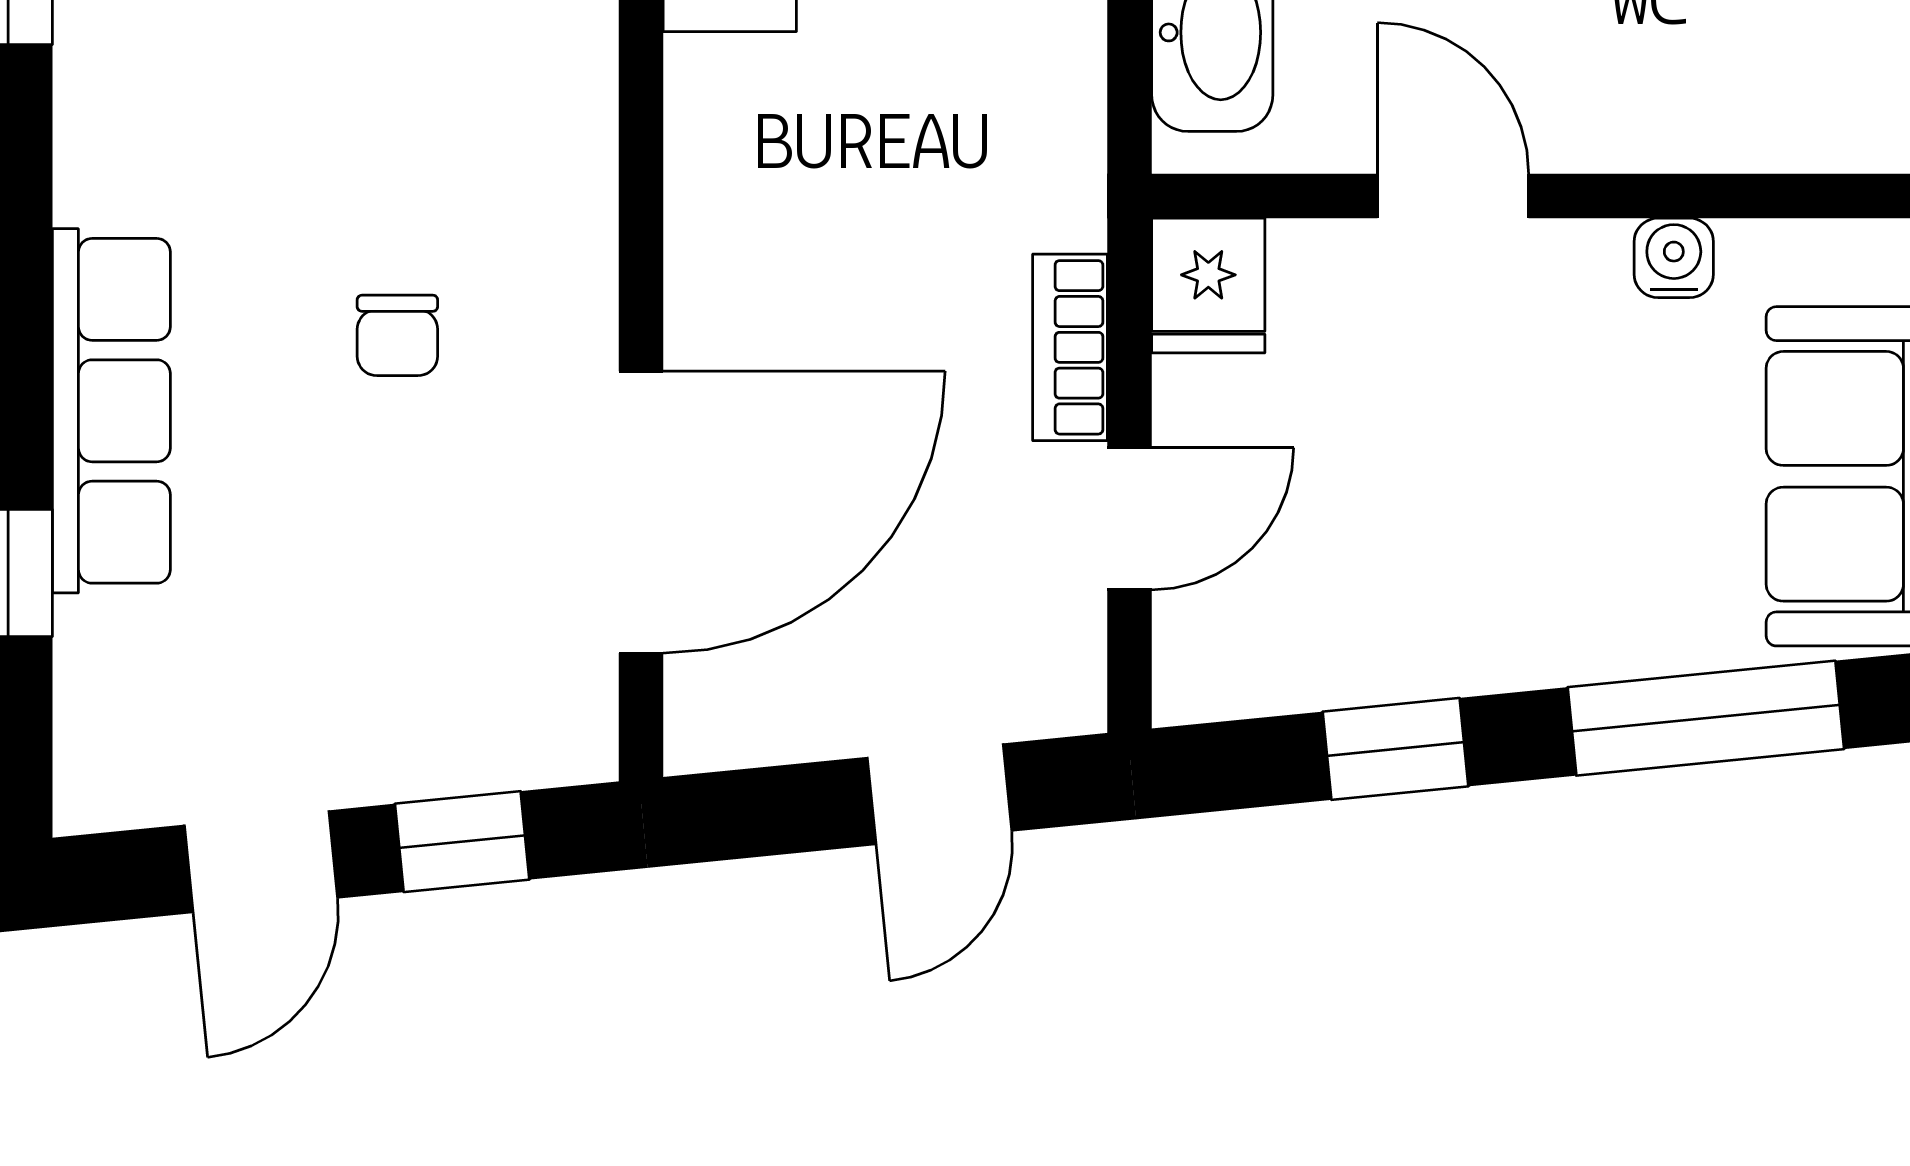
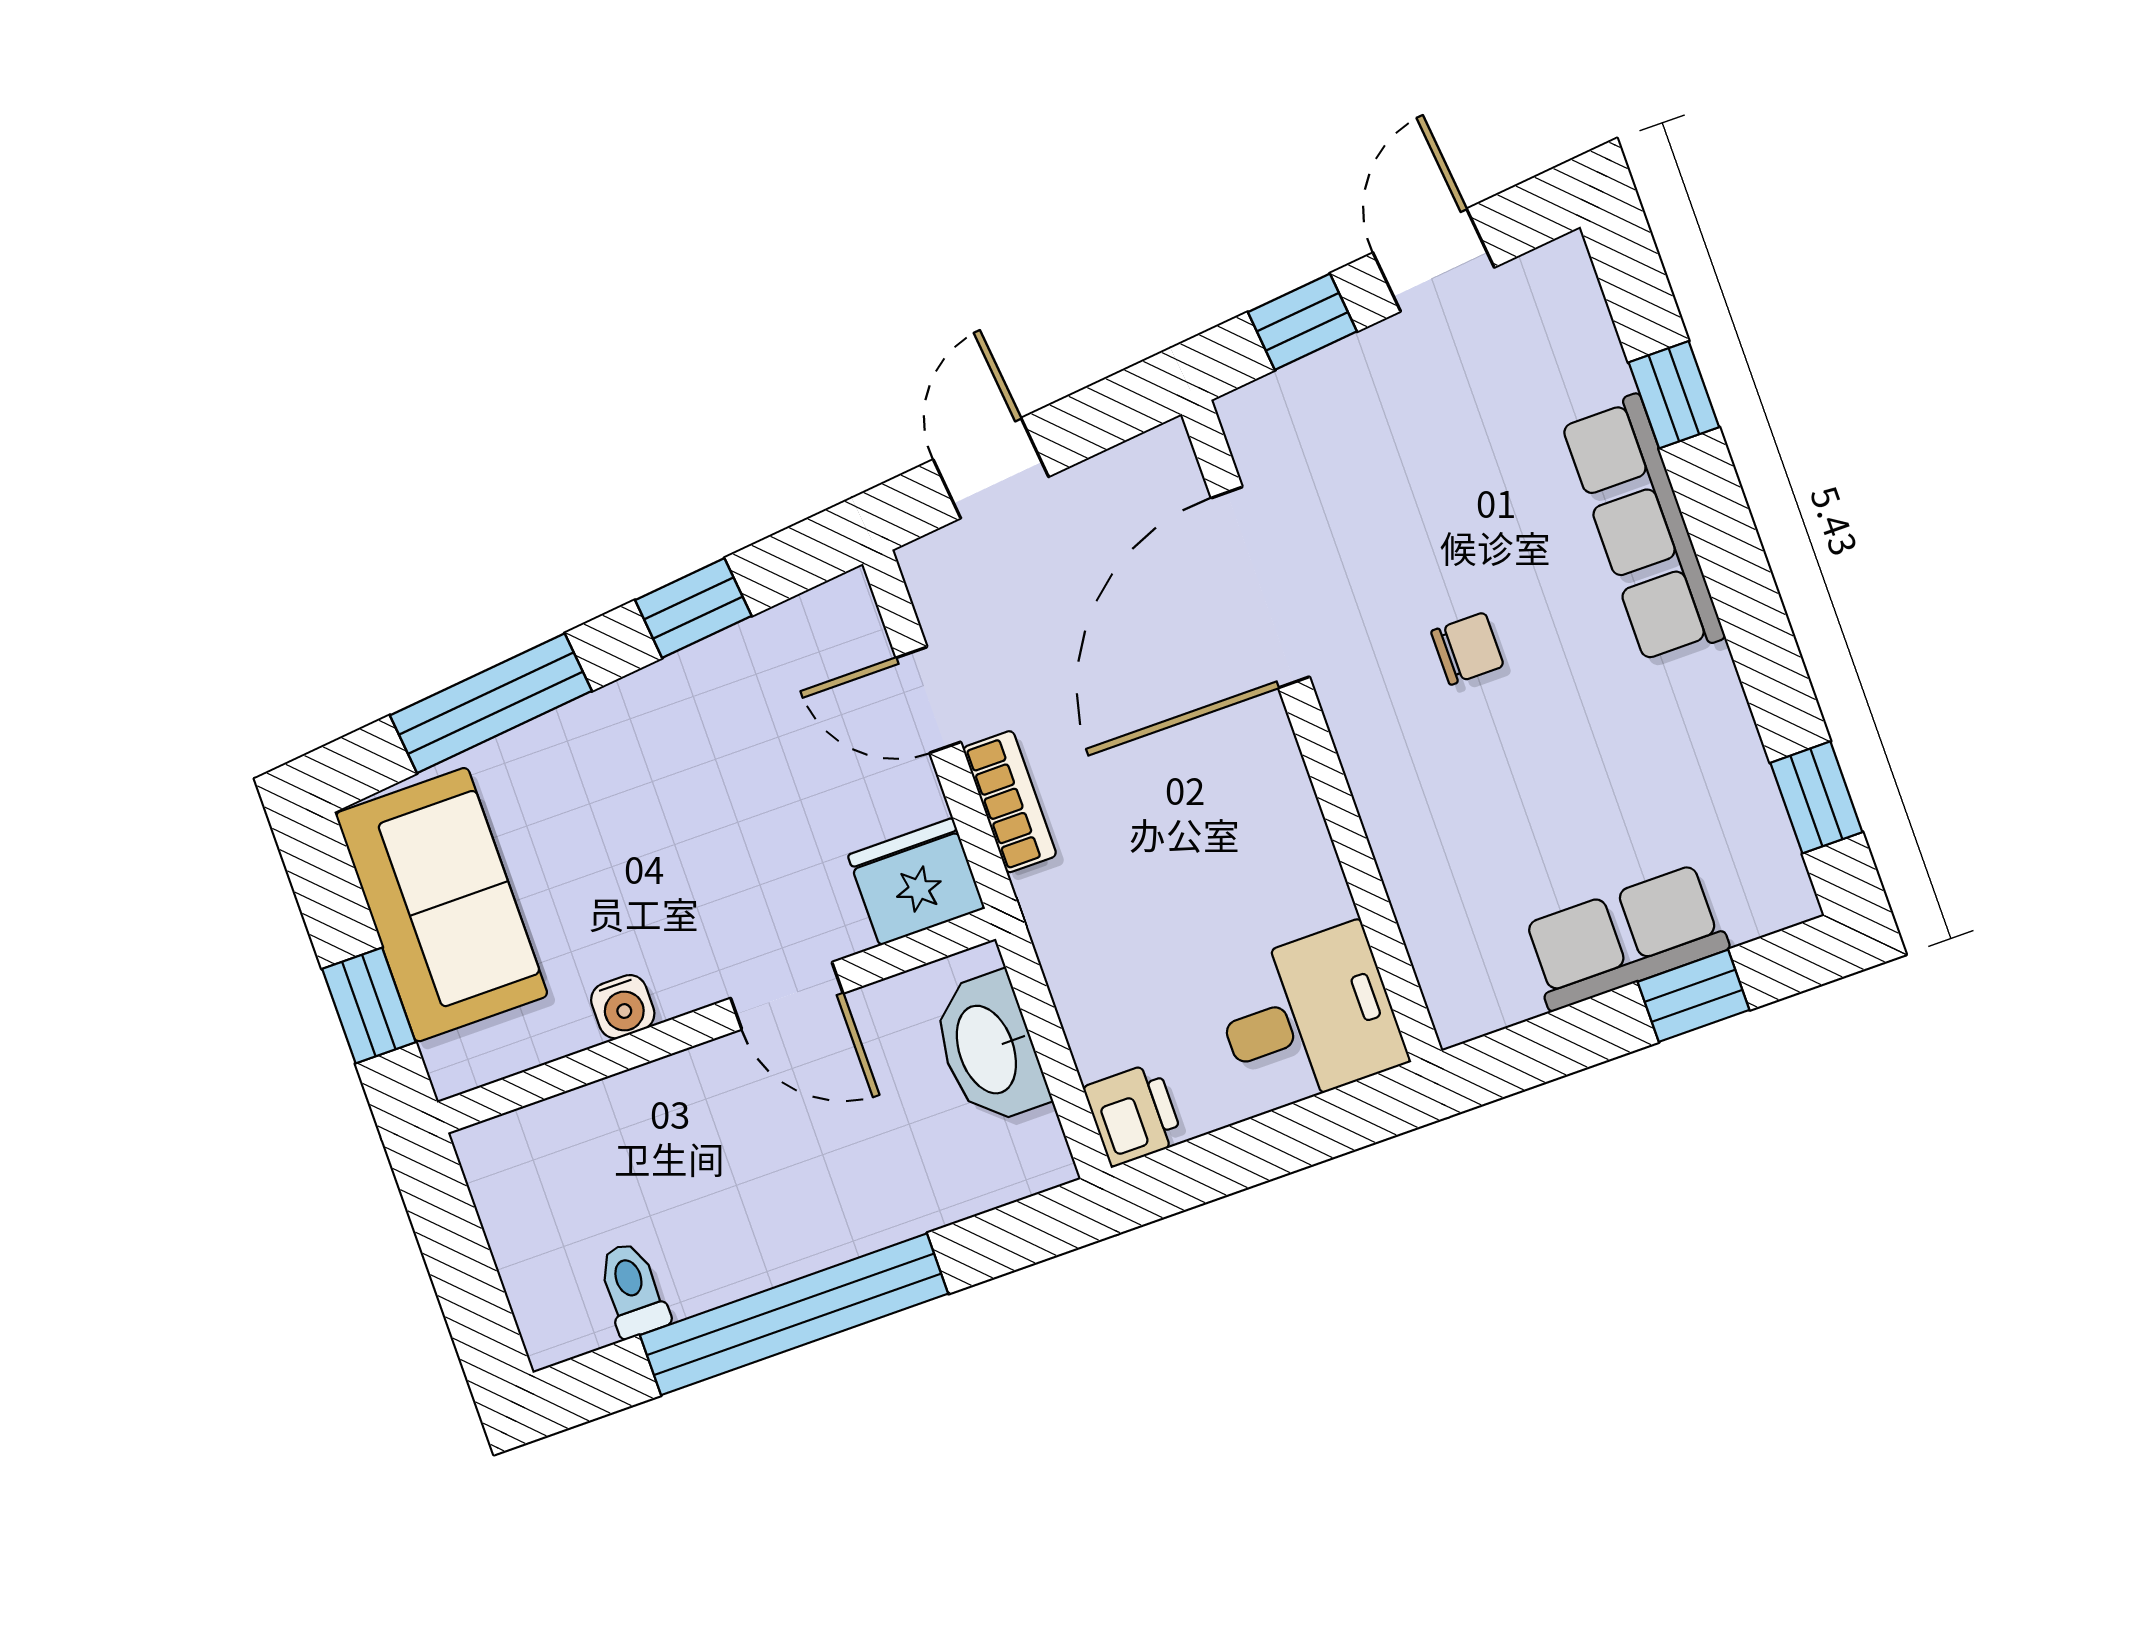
fridge: (1208, 286) -> (916, 882), width x1.38
chair: (397, 335) -> (1467, 649), turned 90
door: (1130, 519) -> (928, 700), hinge flipped

